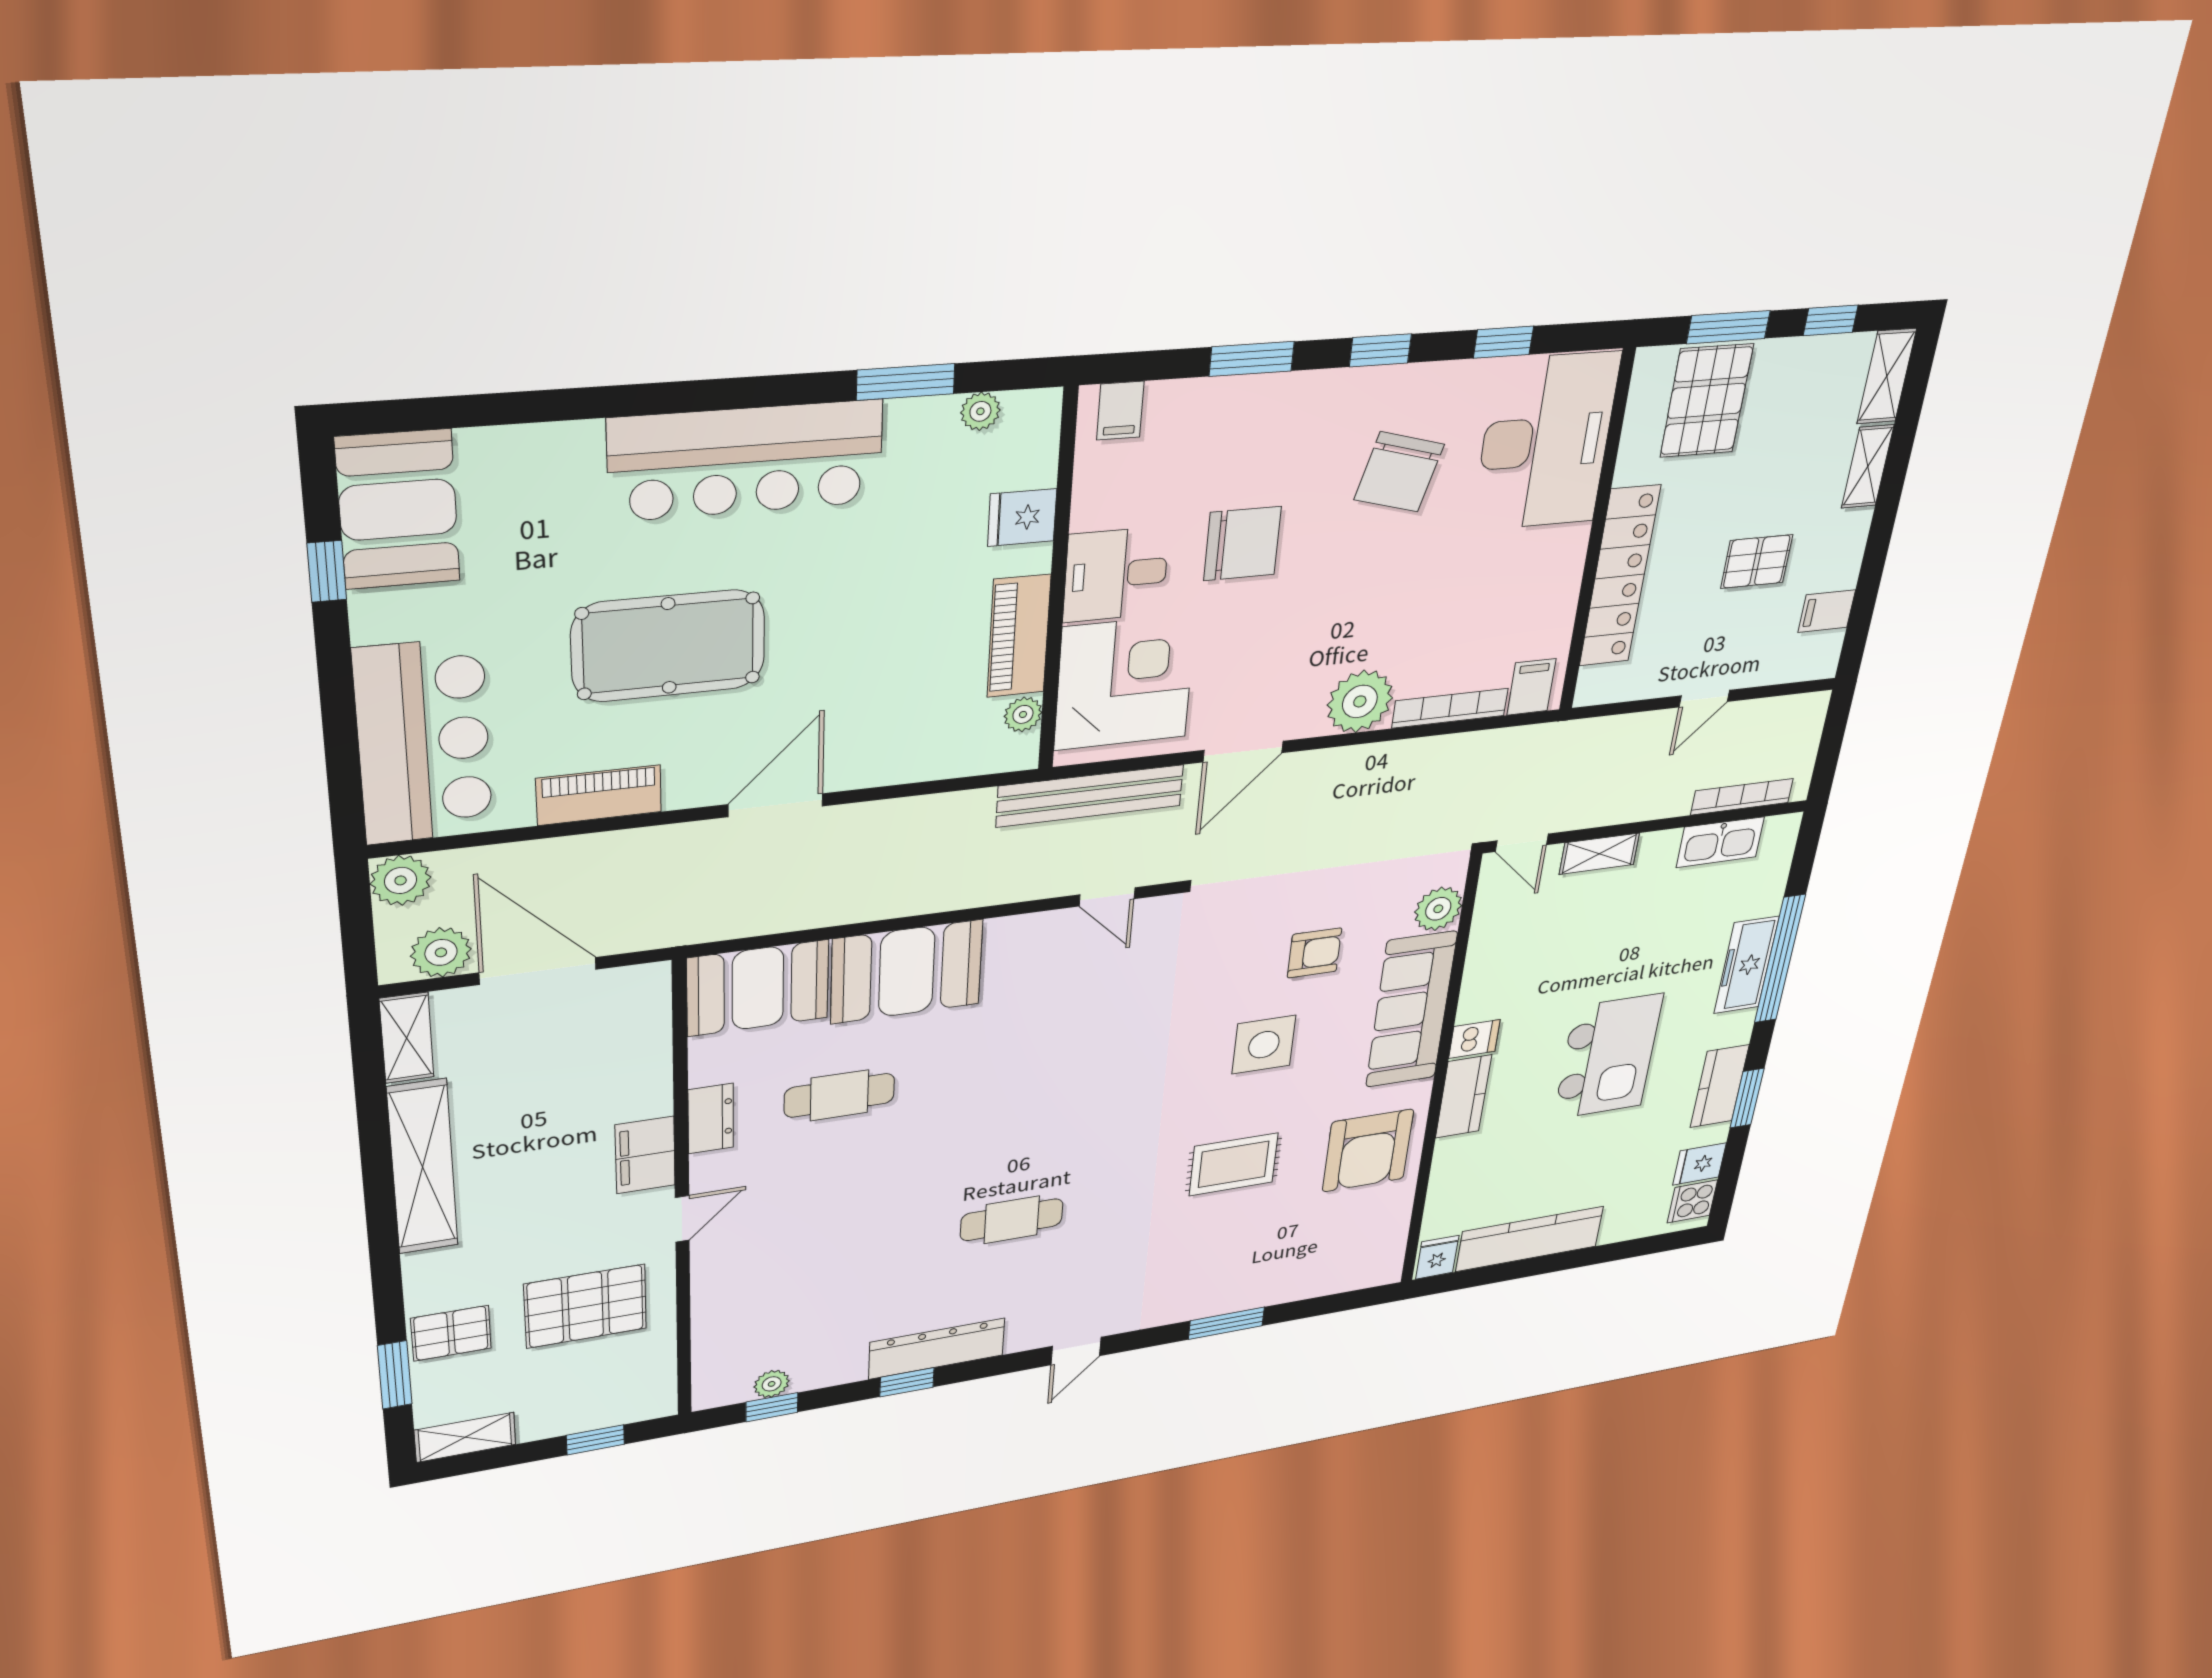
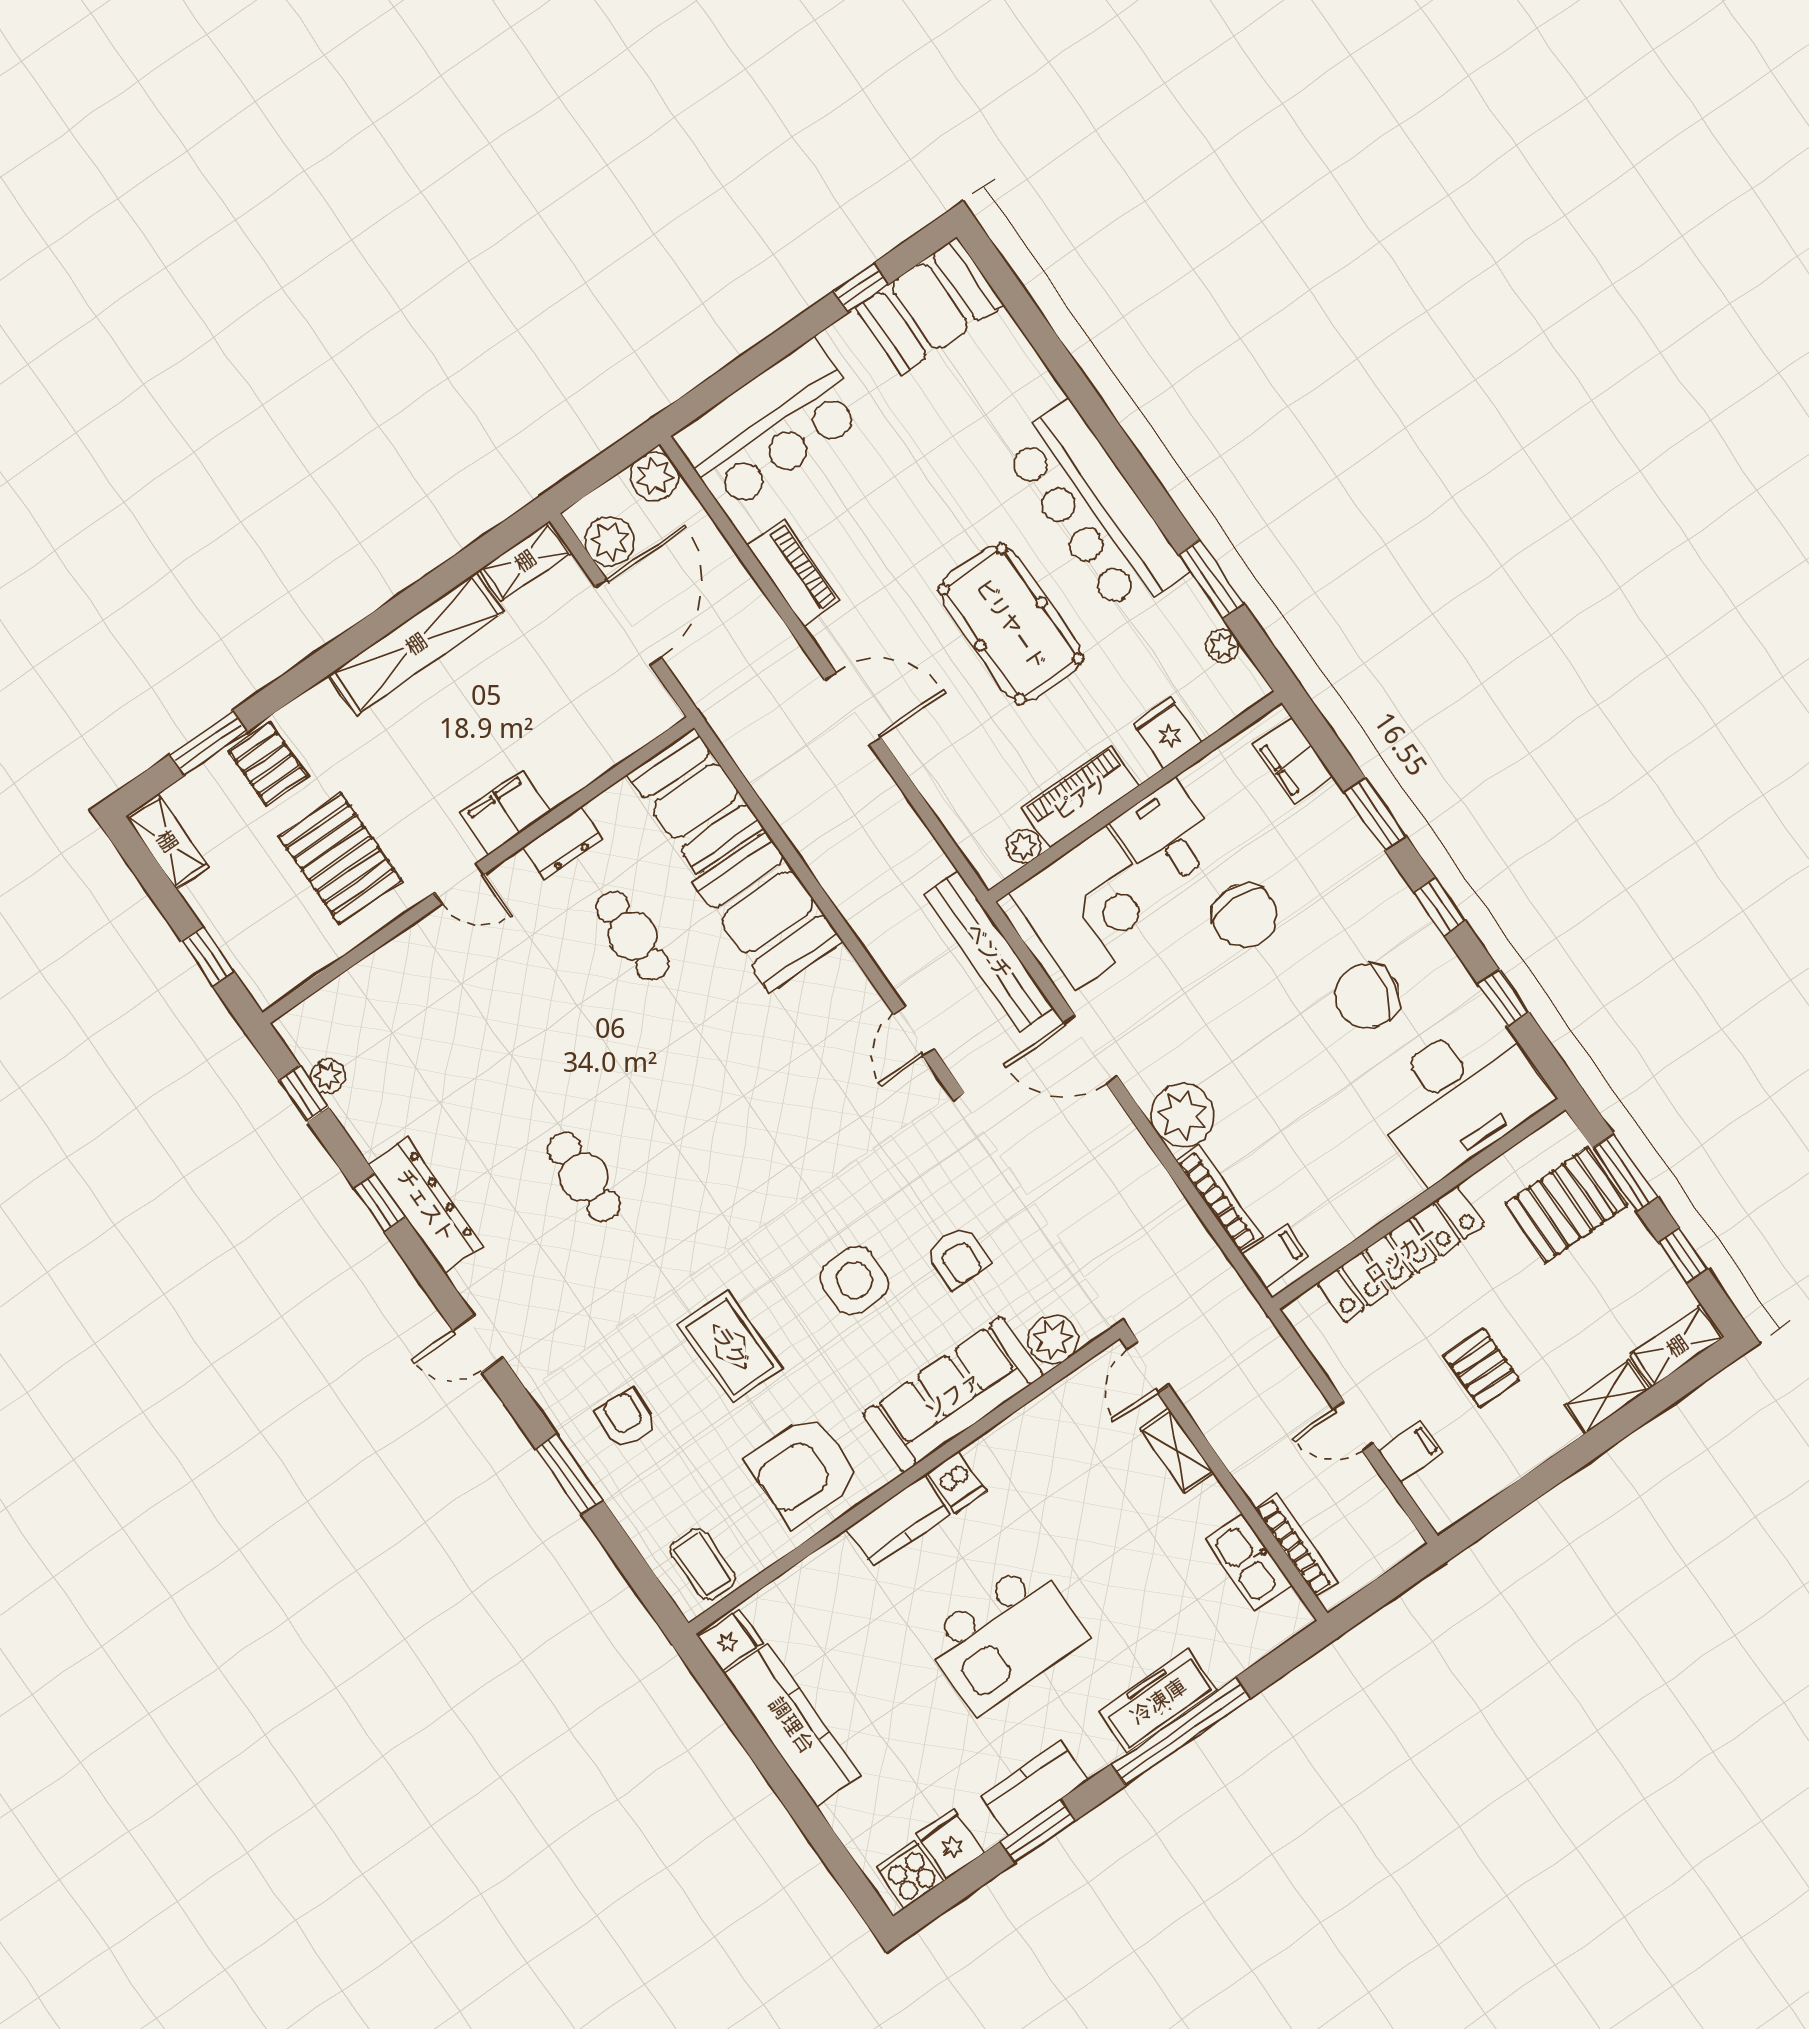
filing cabinet: (1120, 411) -> (1293, 761), width x2.00
filing cabinet: (1827, 611) -> (1411, 1451), moved, turned 90
pool table: (669, 646) -> (1011, 624), moved
coffee table: (1370, 1254) -> (703, 1564), added
armchair: (1221, 1265) -> (626, 1419), added

